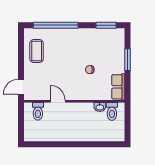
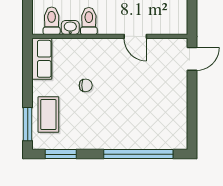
coffee table: (37, 51) -> (48, 115), moved
window: (127, 60) -> (28, 124), moved
toilet: (38, 111) -> (89, 21), moved

